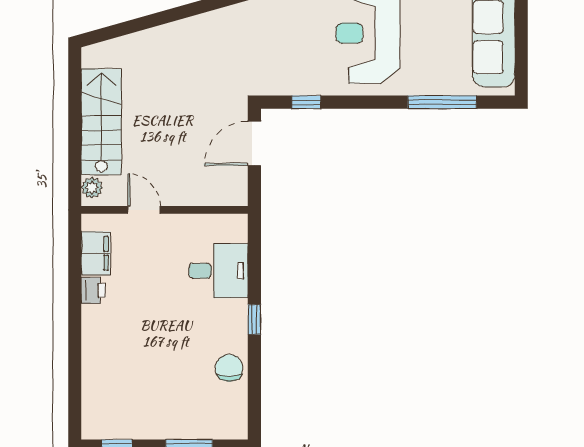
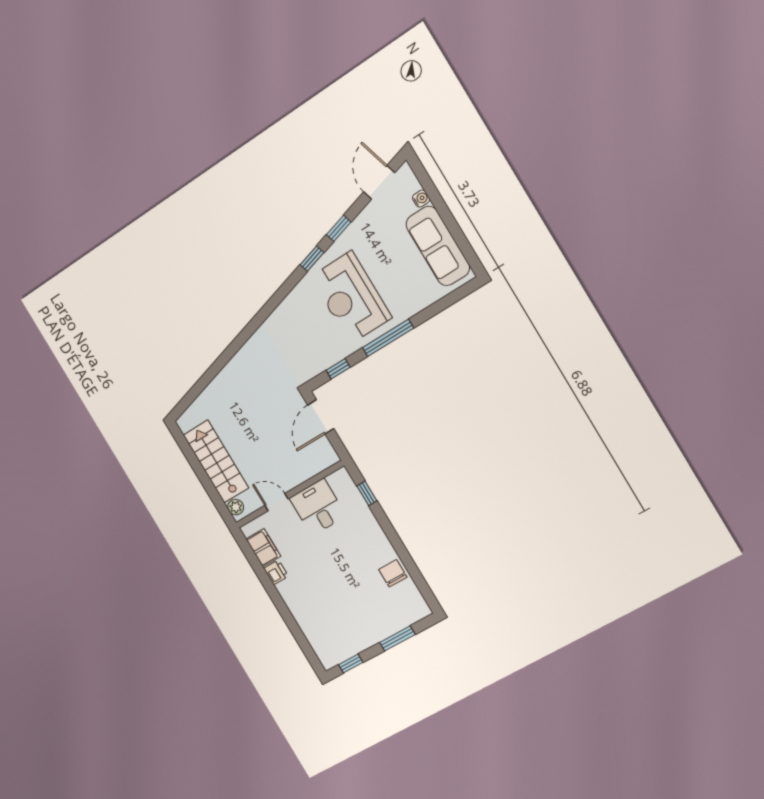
window: (442, 102) -> (388, 338), moved
desk: (218, 271) -> (318, 507), moved, turned -90
window: (254, 319) -> (367, 493), moved

